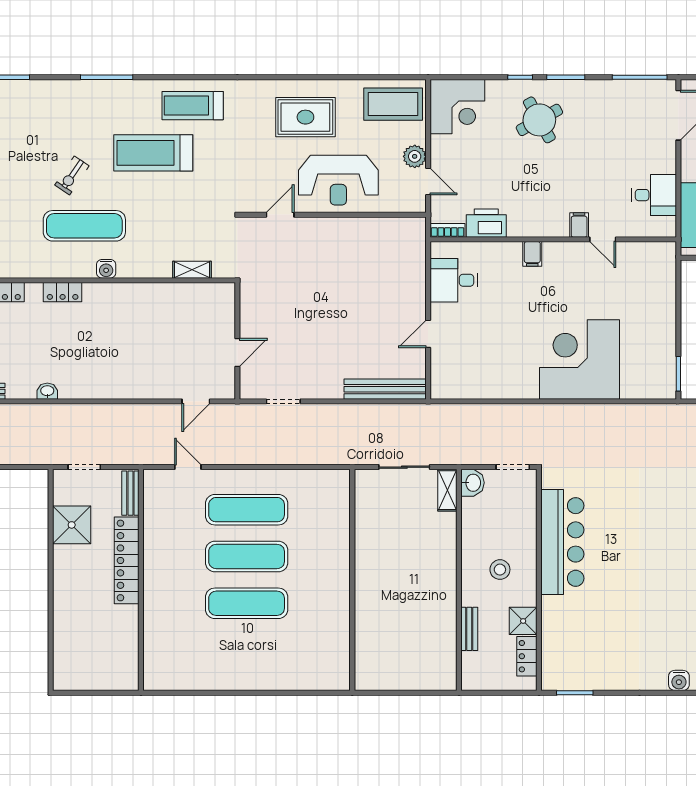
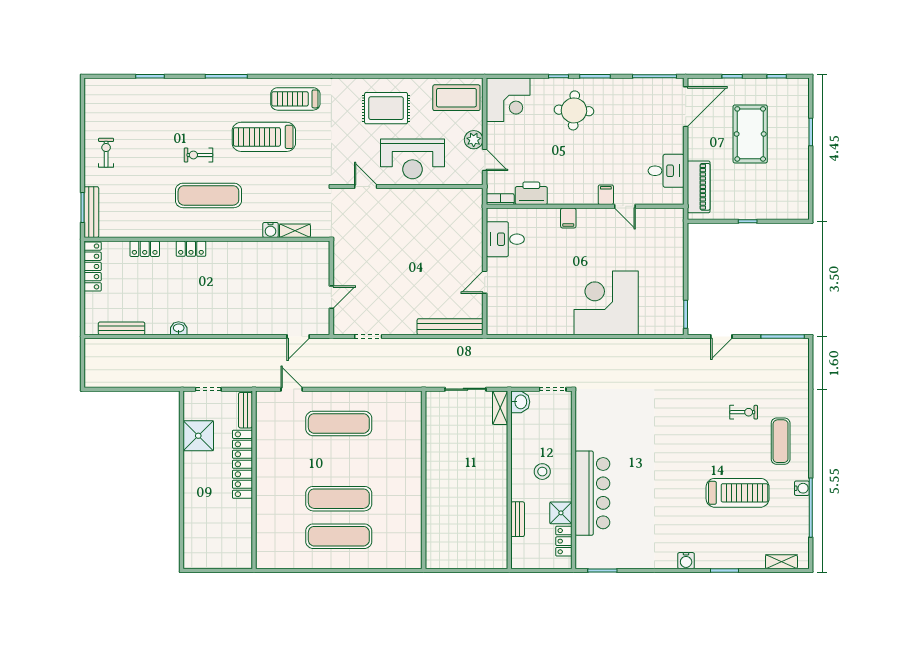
round table: (539, 120) -> (574, 110), turned 32
exercise bike: (72, 175) -> (199, 155), turned 56
door: (280, 215) -> (366, 187), hinge flipped
water cooler: (106, 269) -> (271, 230), moved
bar counter: (562, 542) -> (592, 493), moved
exercise mat: (247, 556) -> (339, 536), moved

